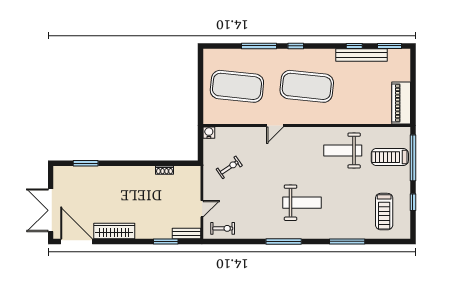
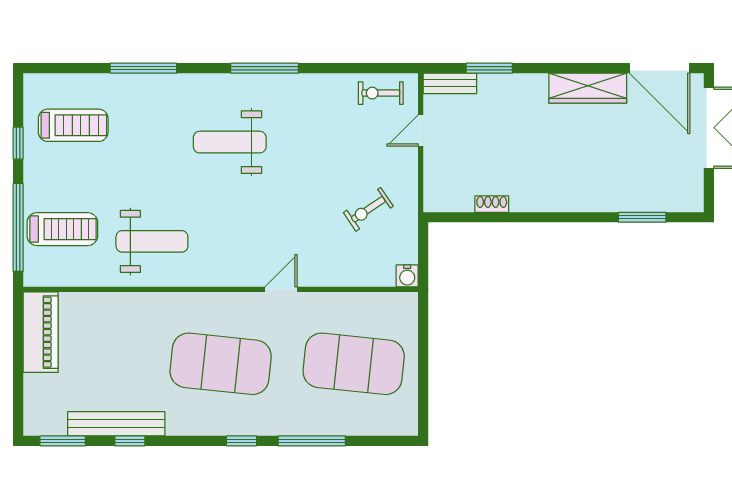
treadmill: (384, 212) -> (73, 125), turned 90

